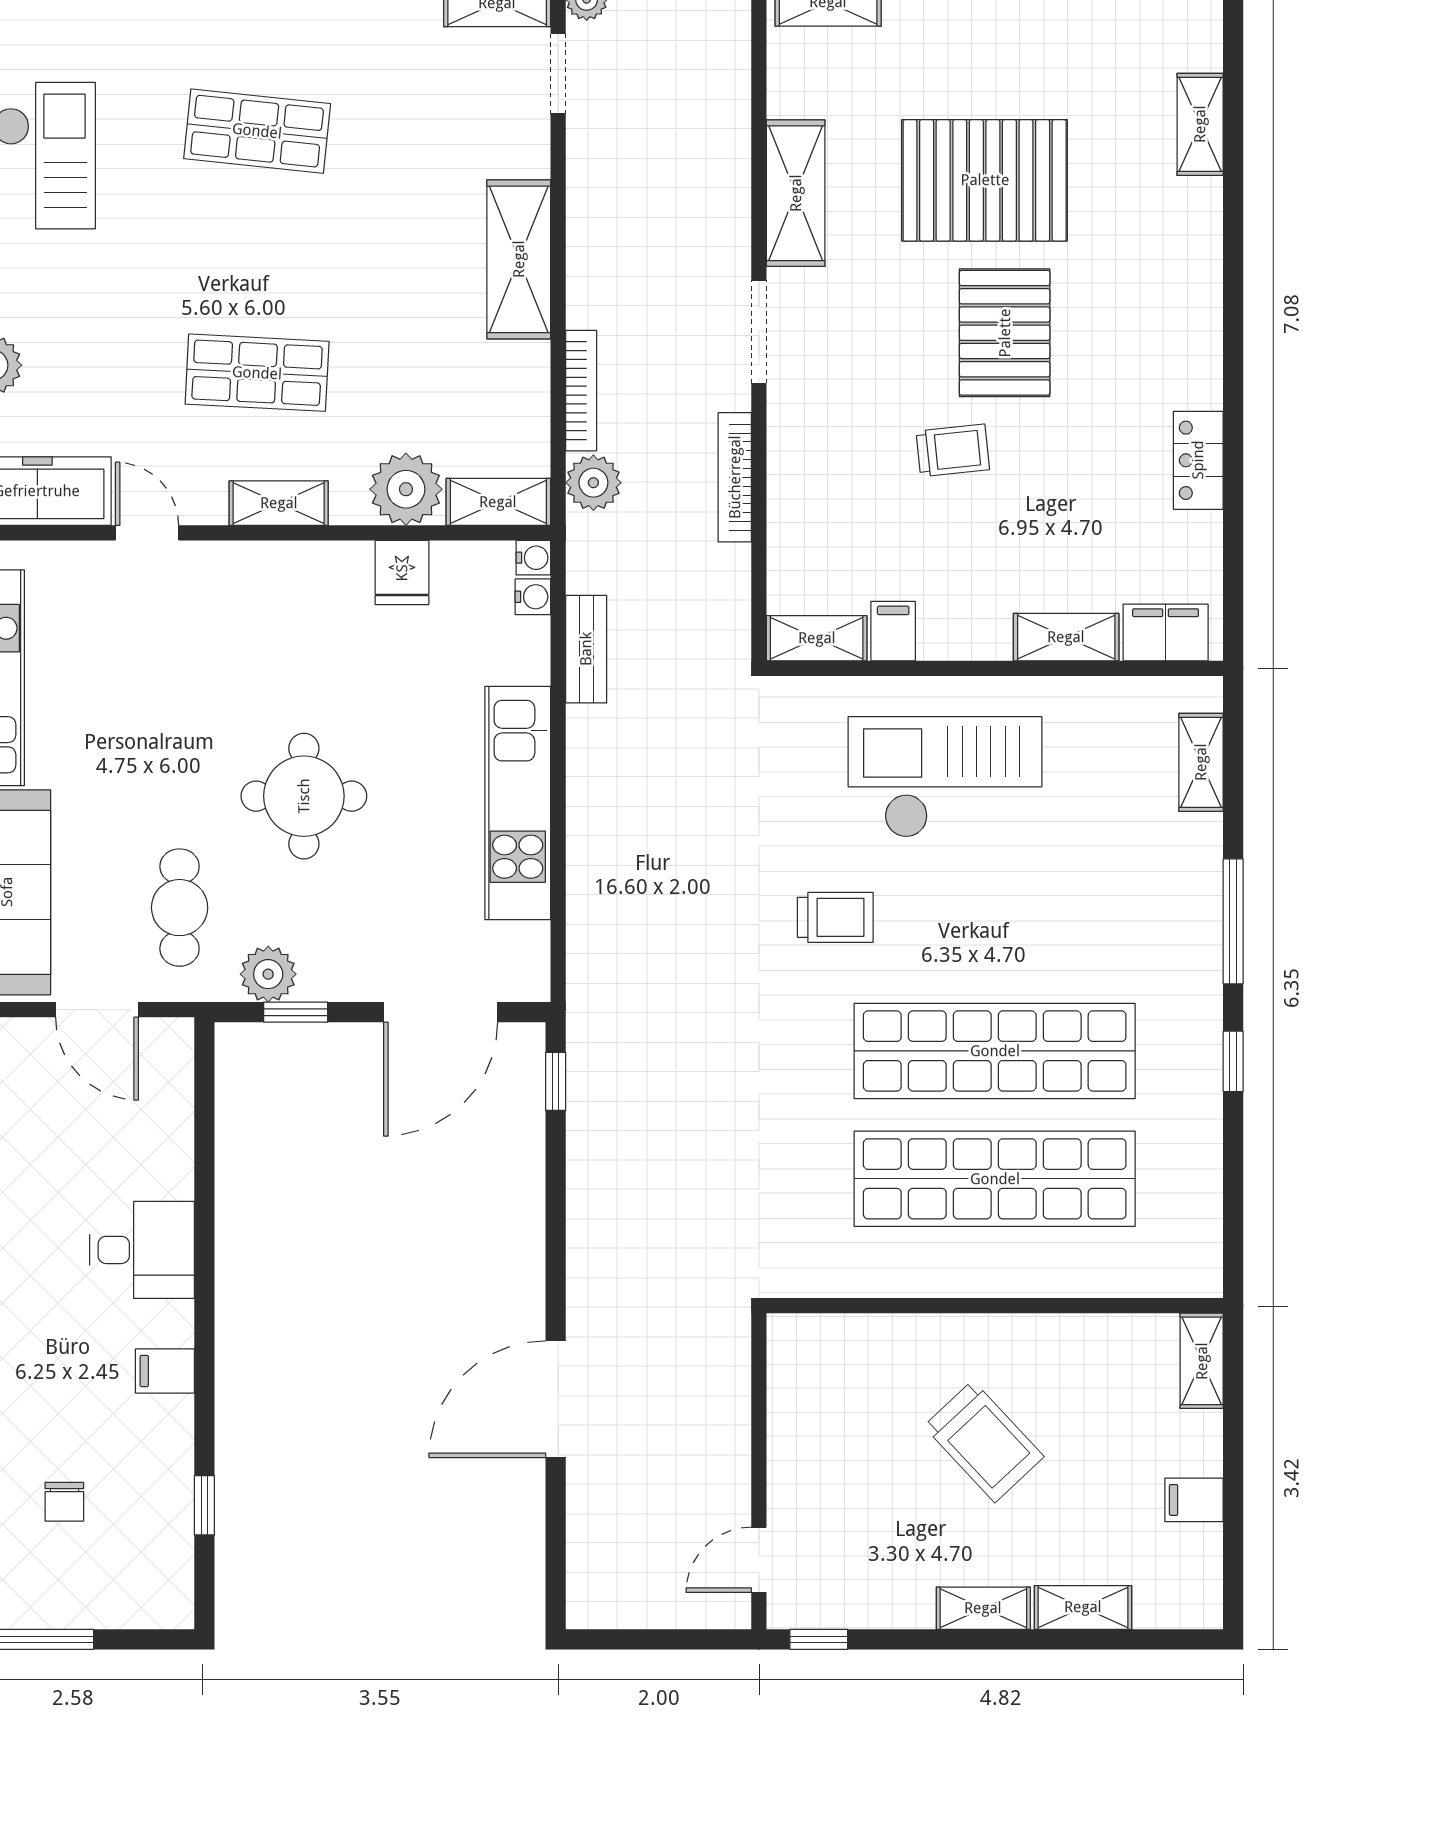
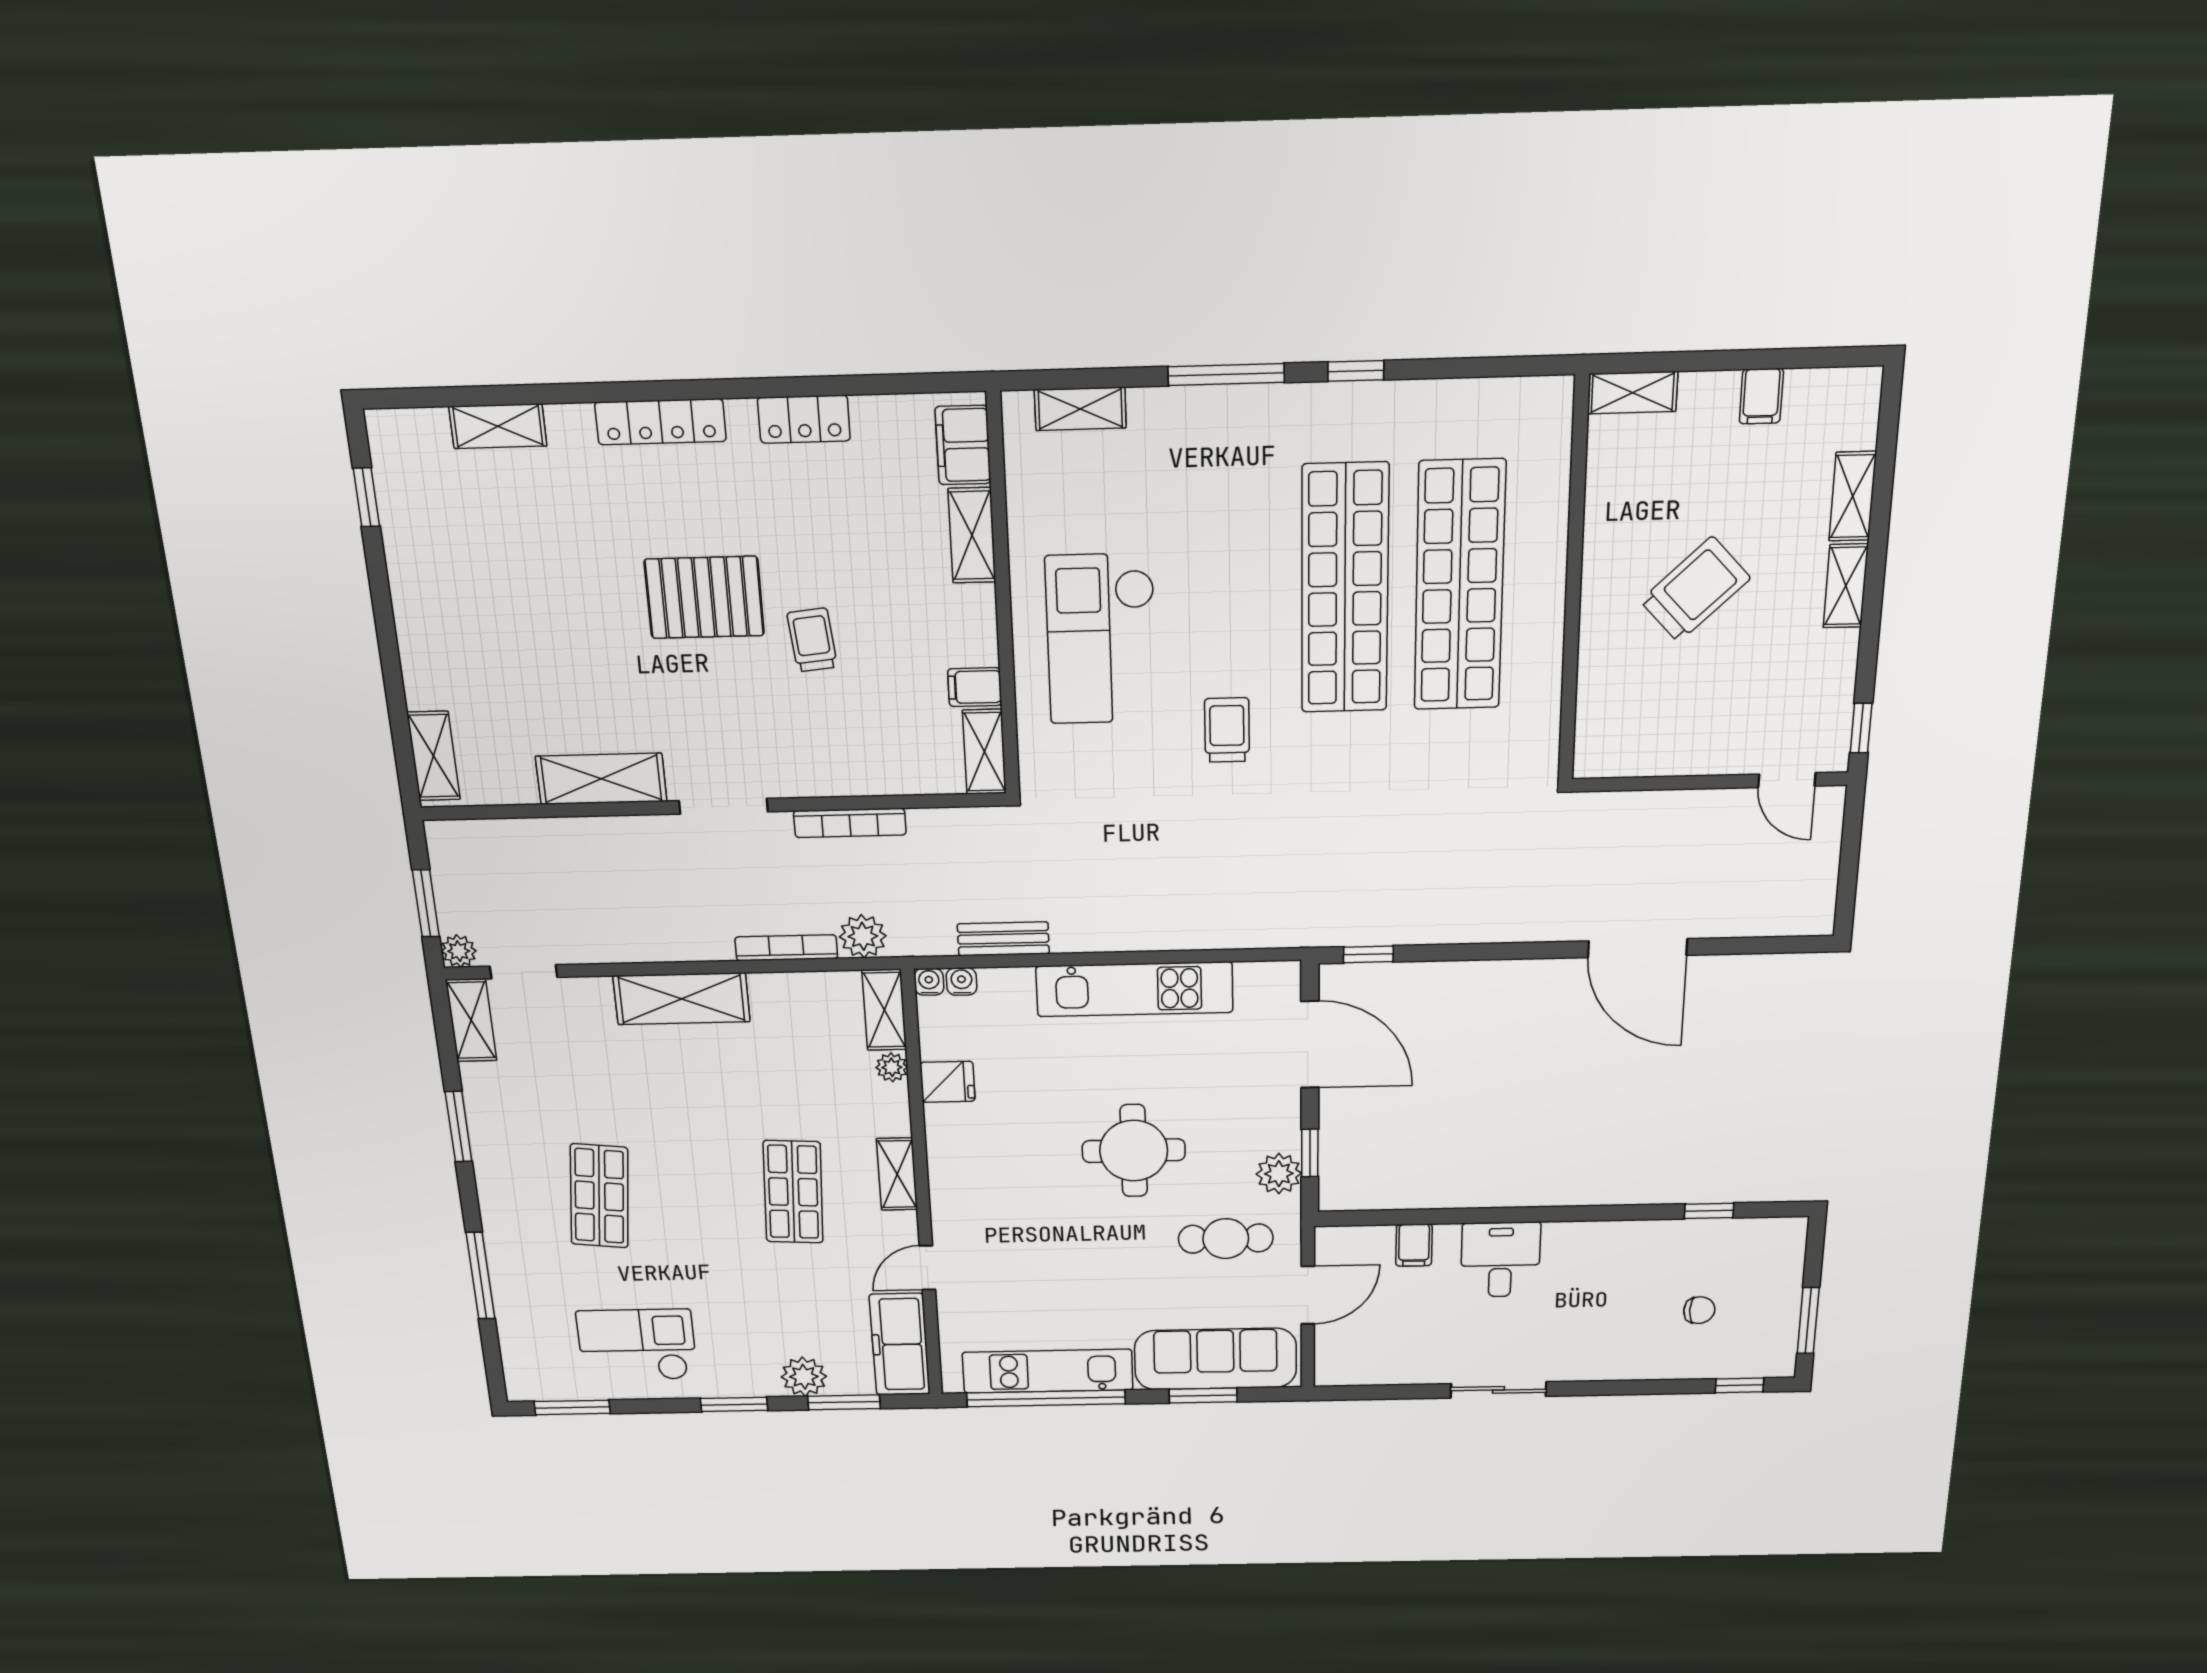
pallet: (985, 180) -> (571, 618), removed
locker: (1200, 303) -> (660, 422), added
plant: (406, 489) -> (892, 1067), width x0.53, depth x0.53
filing cabinet: (165, 1371) -> (1414, 1245), moved

